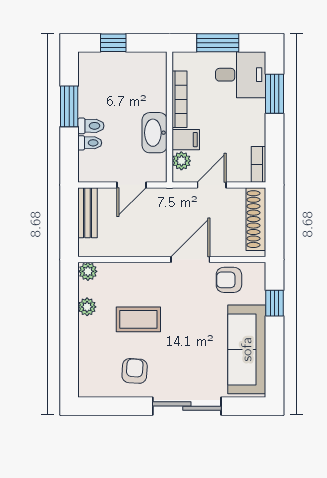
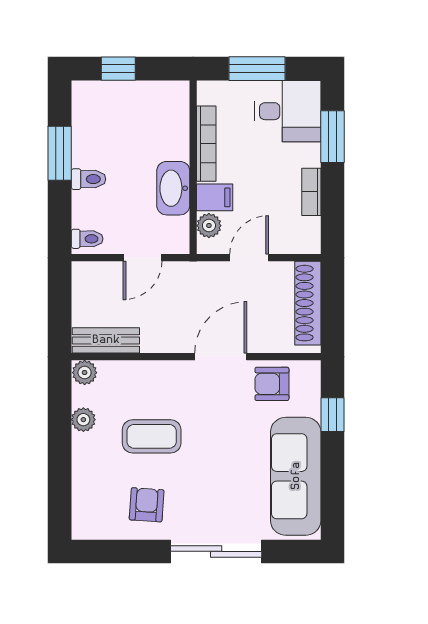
toilet: (90, 143) -> (87, 239), moved
bookcase: (259, 164) -> (311, 192), moved
bench: (87, 213) -> (106, 340), moved, turned 90

